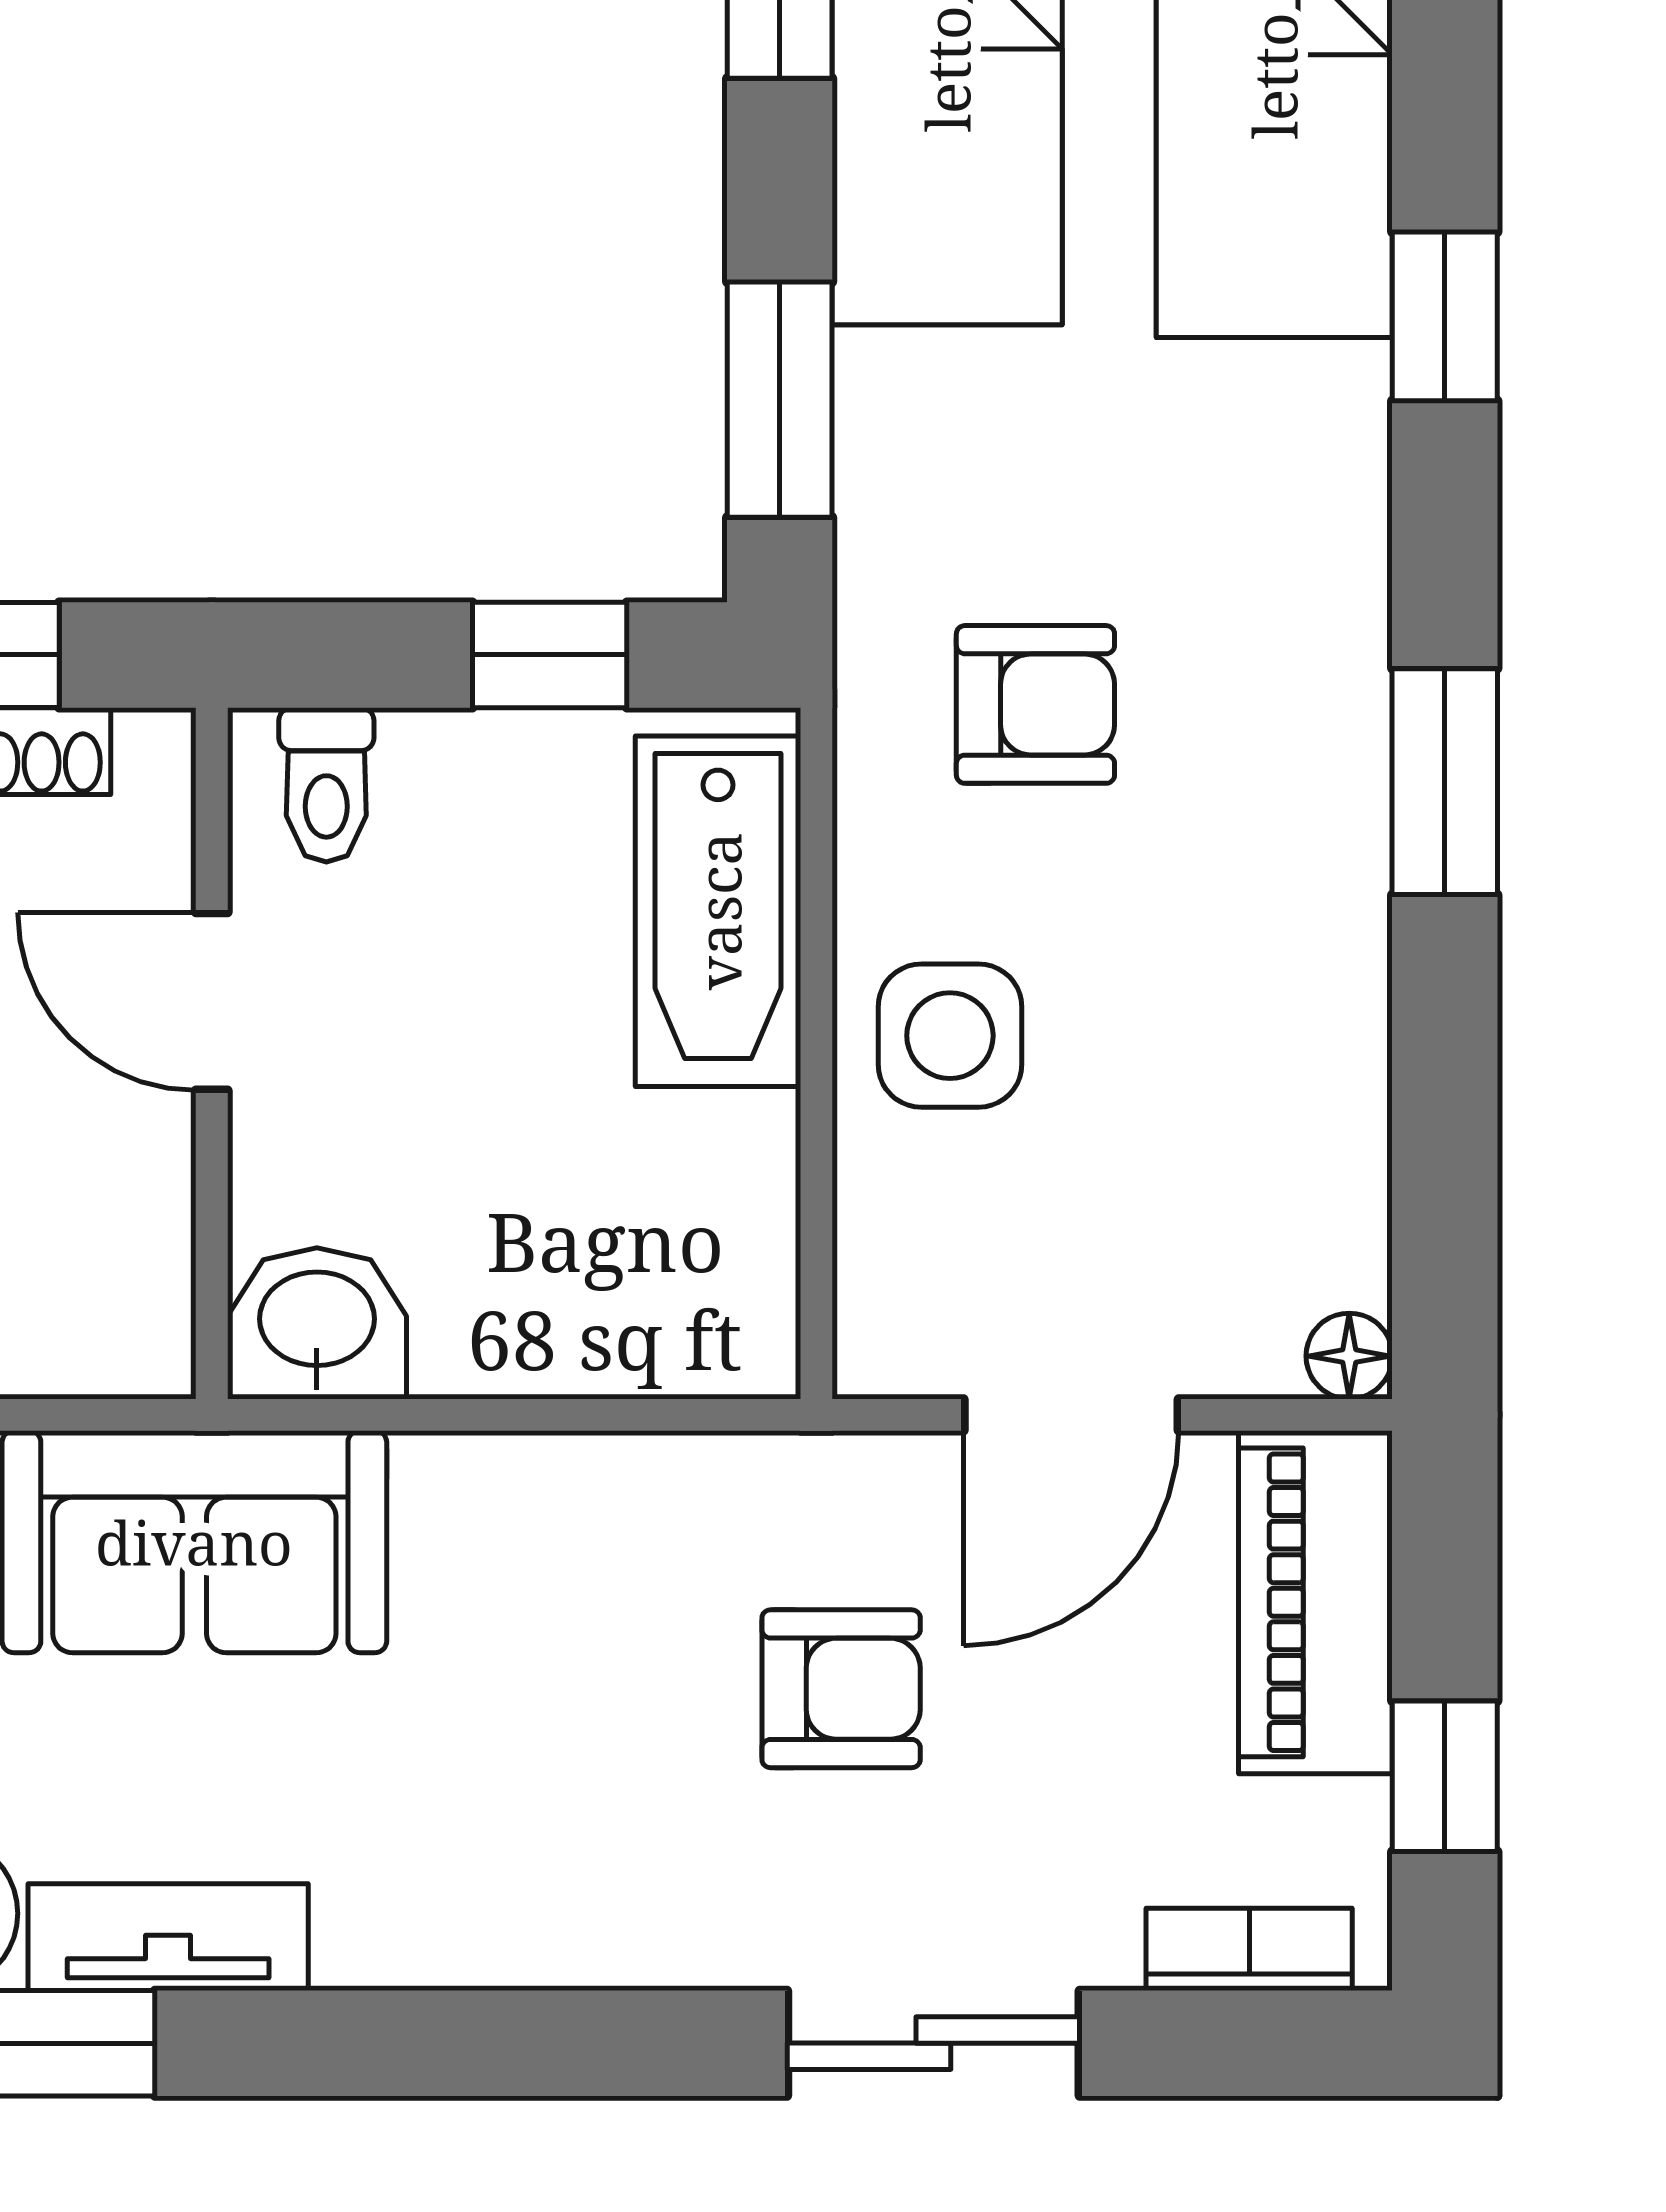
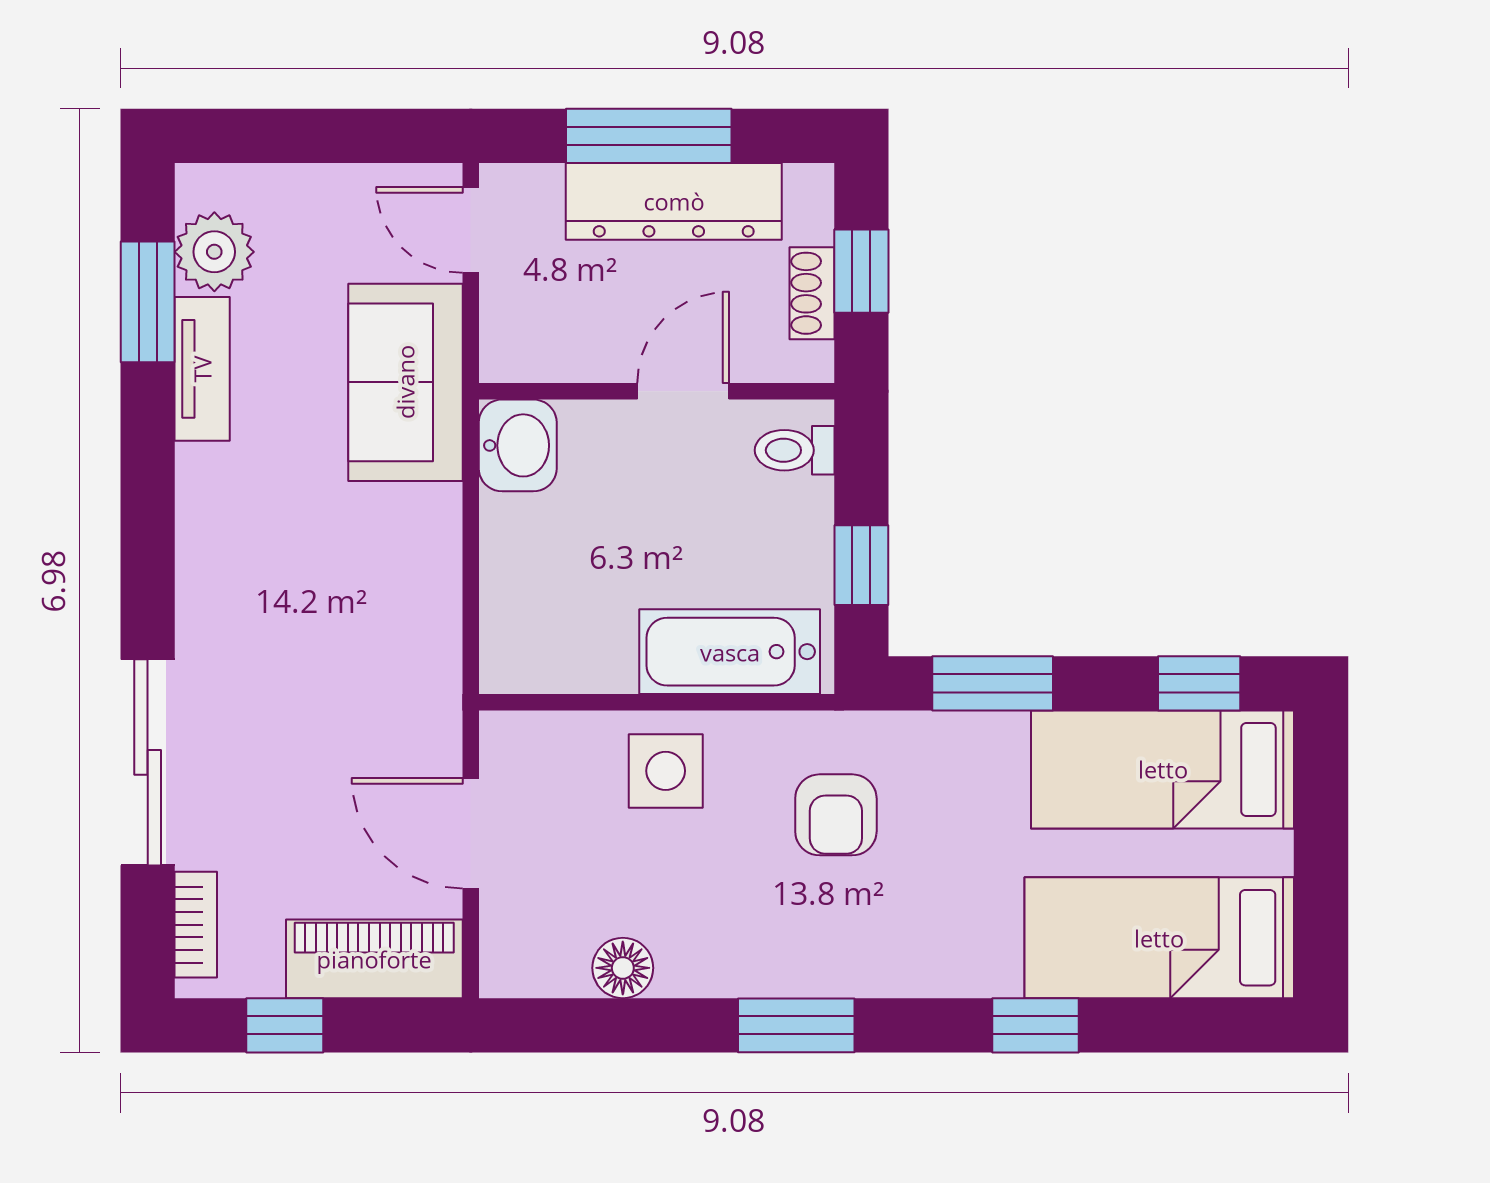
floor lamp: (1349, 1356) -> (623, 968), moved, width x1.37, depth x1.37
armchair: (841, 1689) -> (330, 715), removed
sliding door: (933, 2043) -> (148, 762), width x1.37

